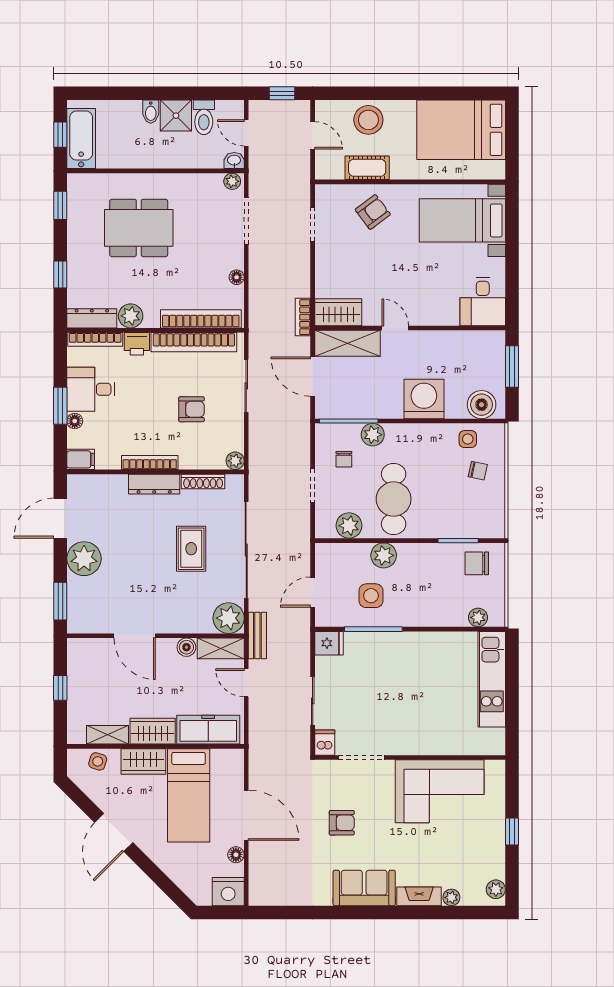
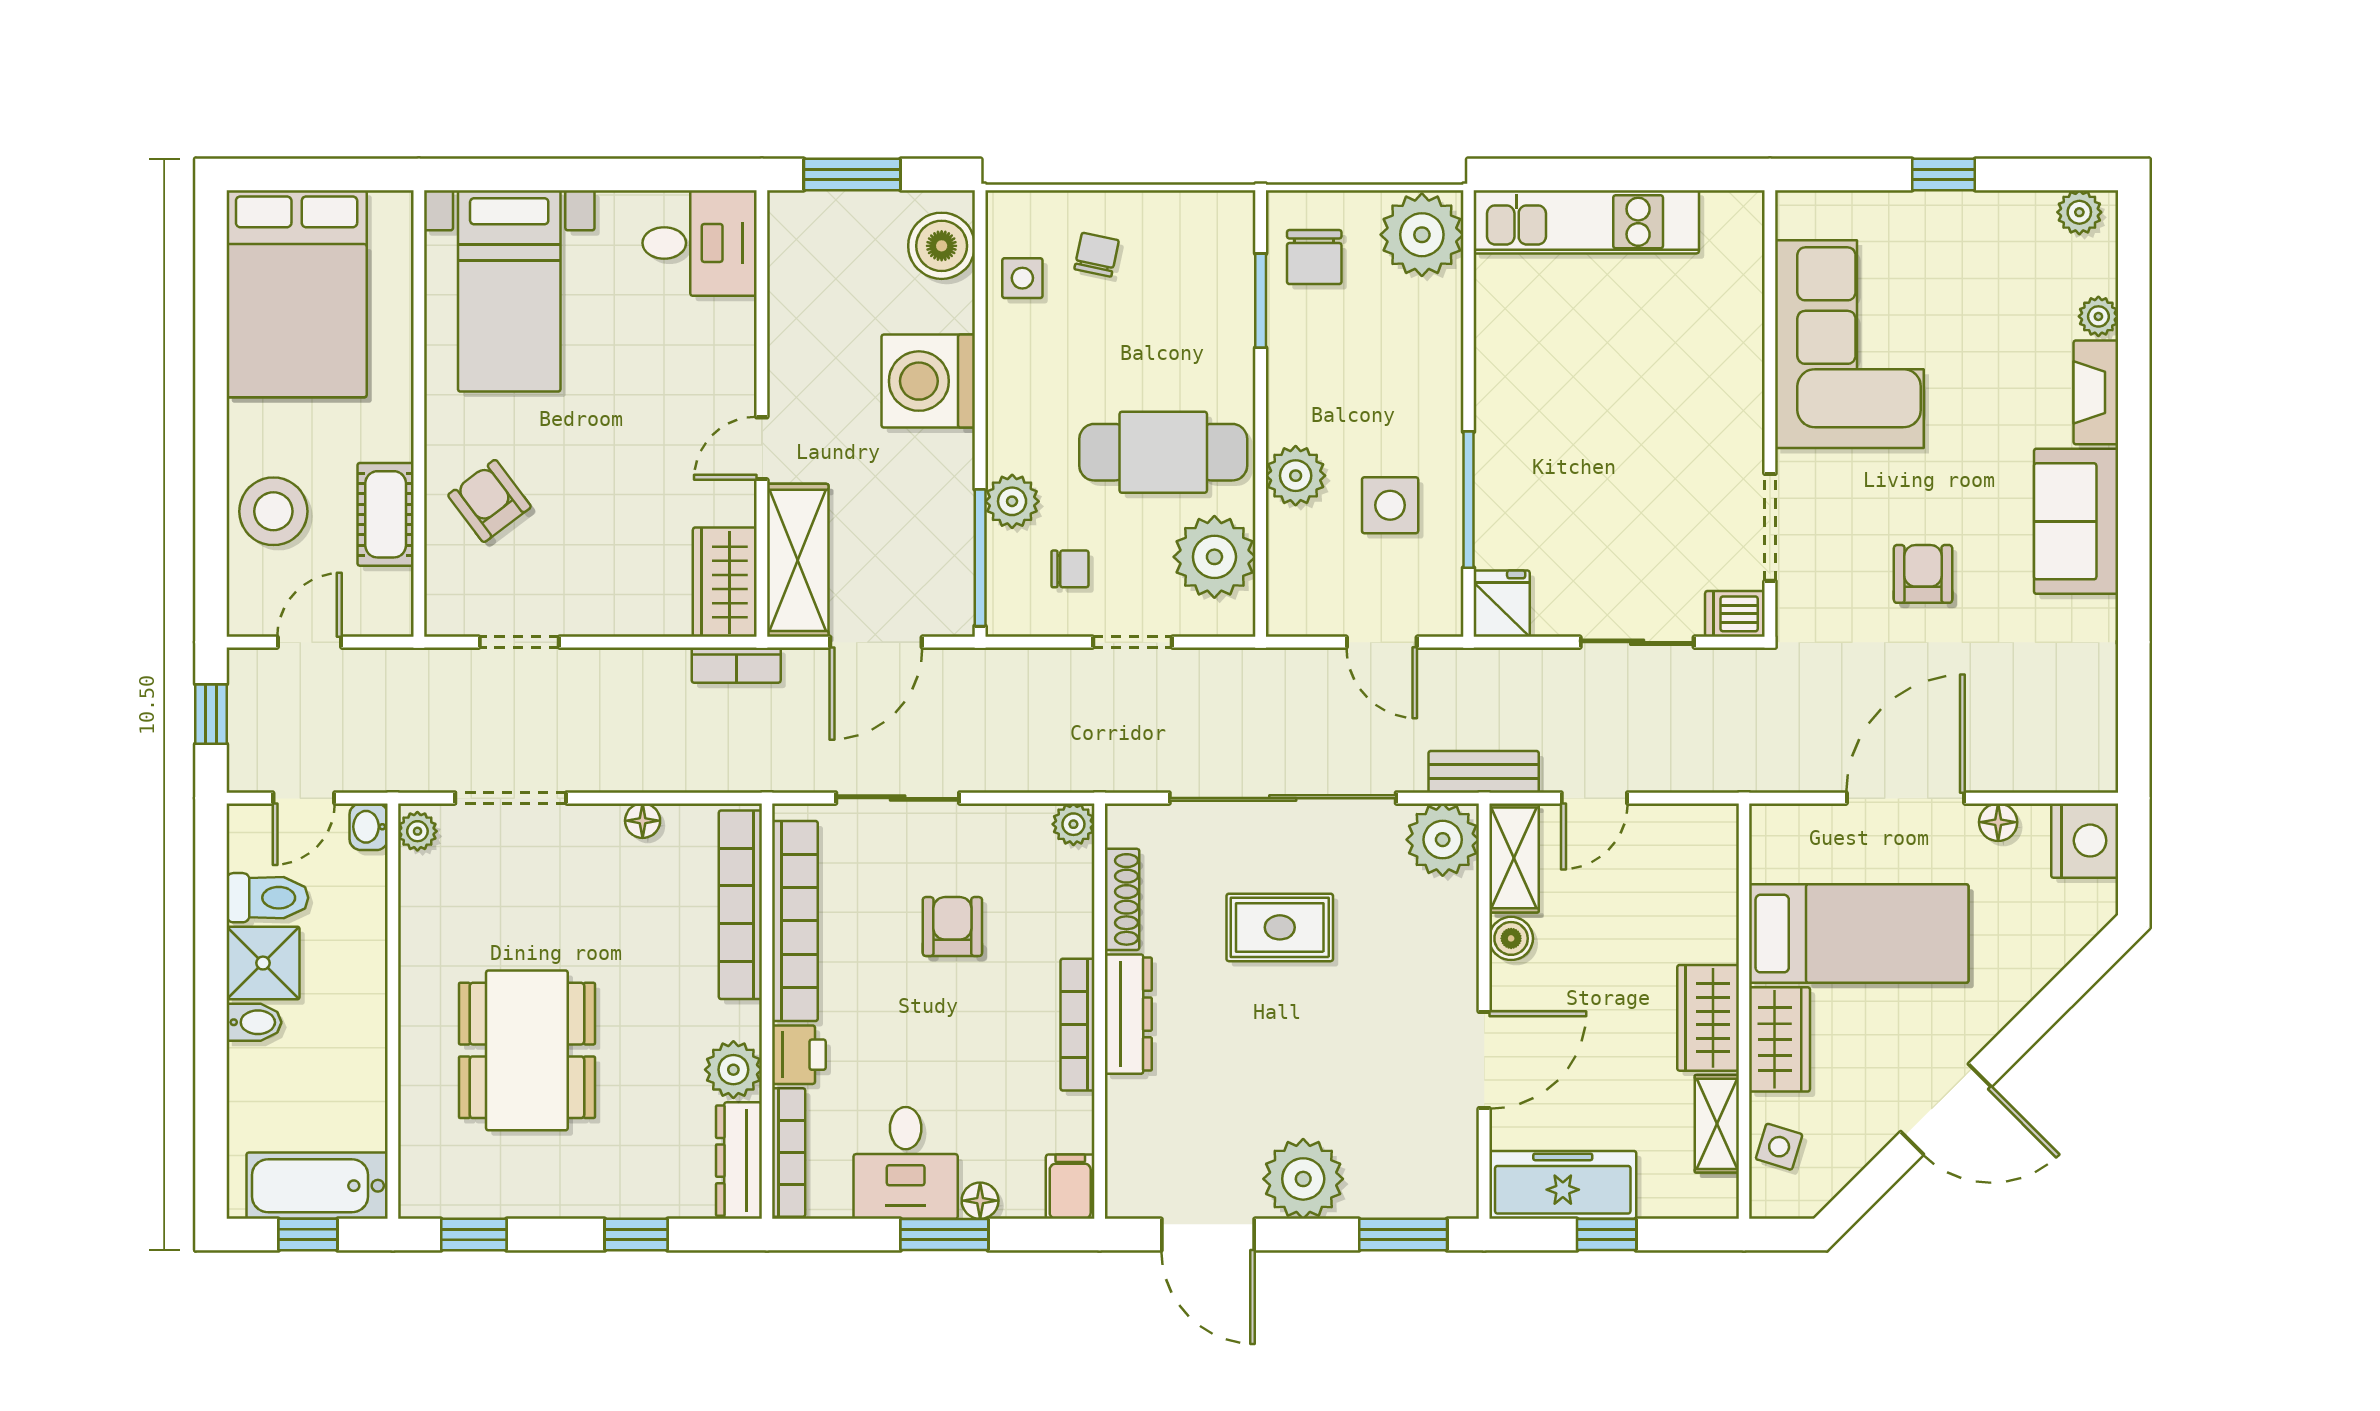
plant: (349, 526) -> (1214, 557), width x1.36, depth x1.36
plant: (478, 617) -> (1422, 235), width x1.88, depth x1.88
freezer: (208, 730) -> (1563, 1185), moved, turned 90

